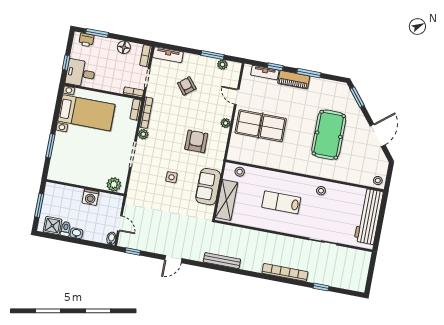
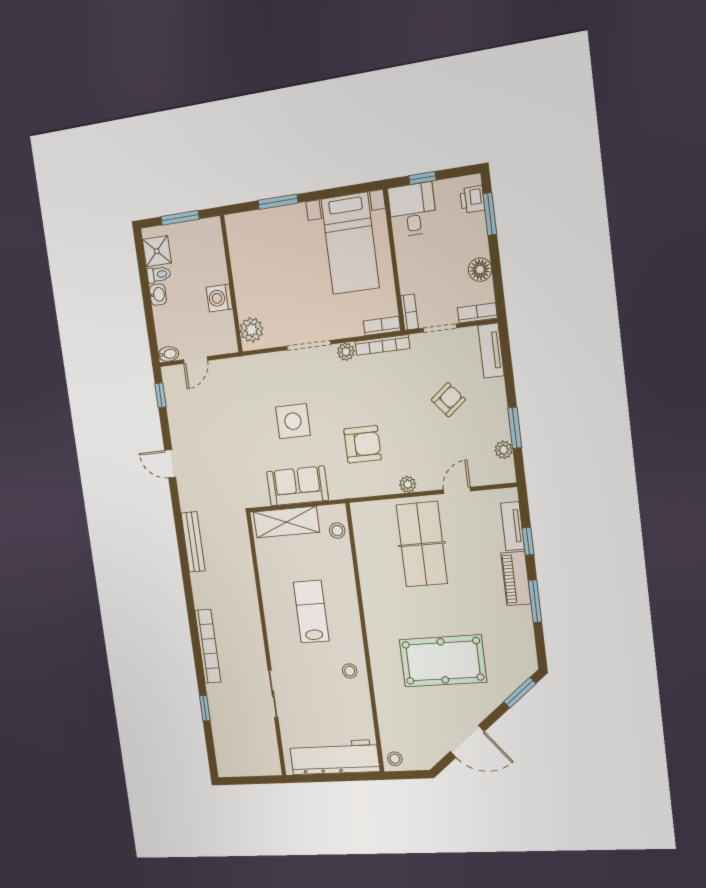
side table: (172, 177) -> (293, 421), width x1.87, depth x1.87

